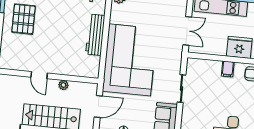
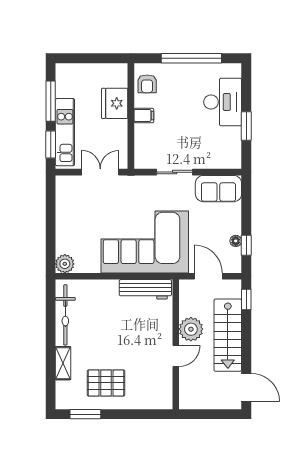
workbench: (95, 35) -> (145, 289), moved
plant: (63, 85) -> (191, 329), width x1.87, depth x1.87

